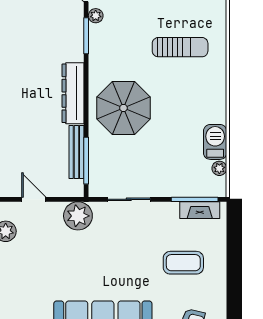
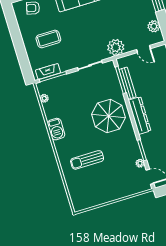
barbecue: (215, 142) -> (56, 129), moved

